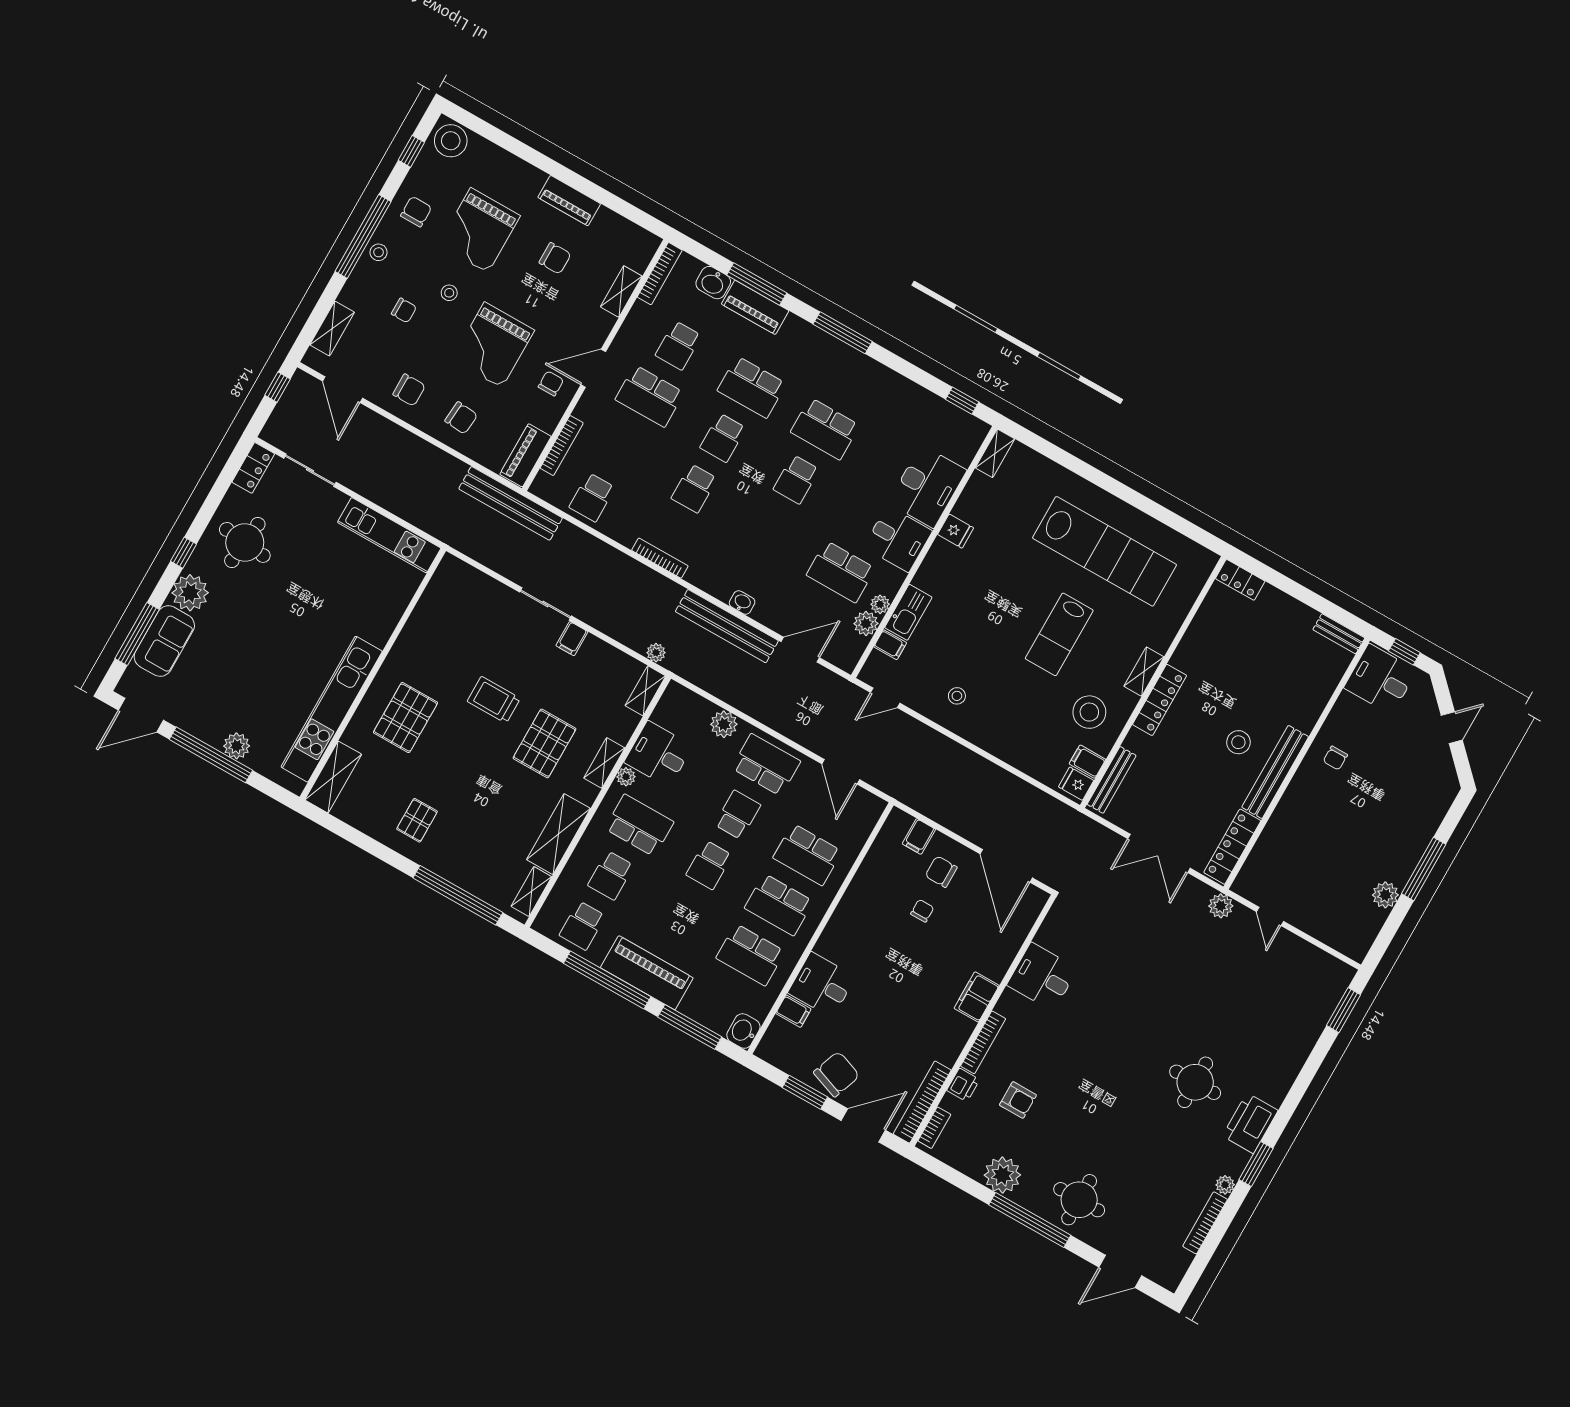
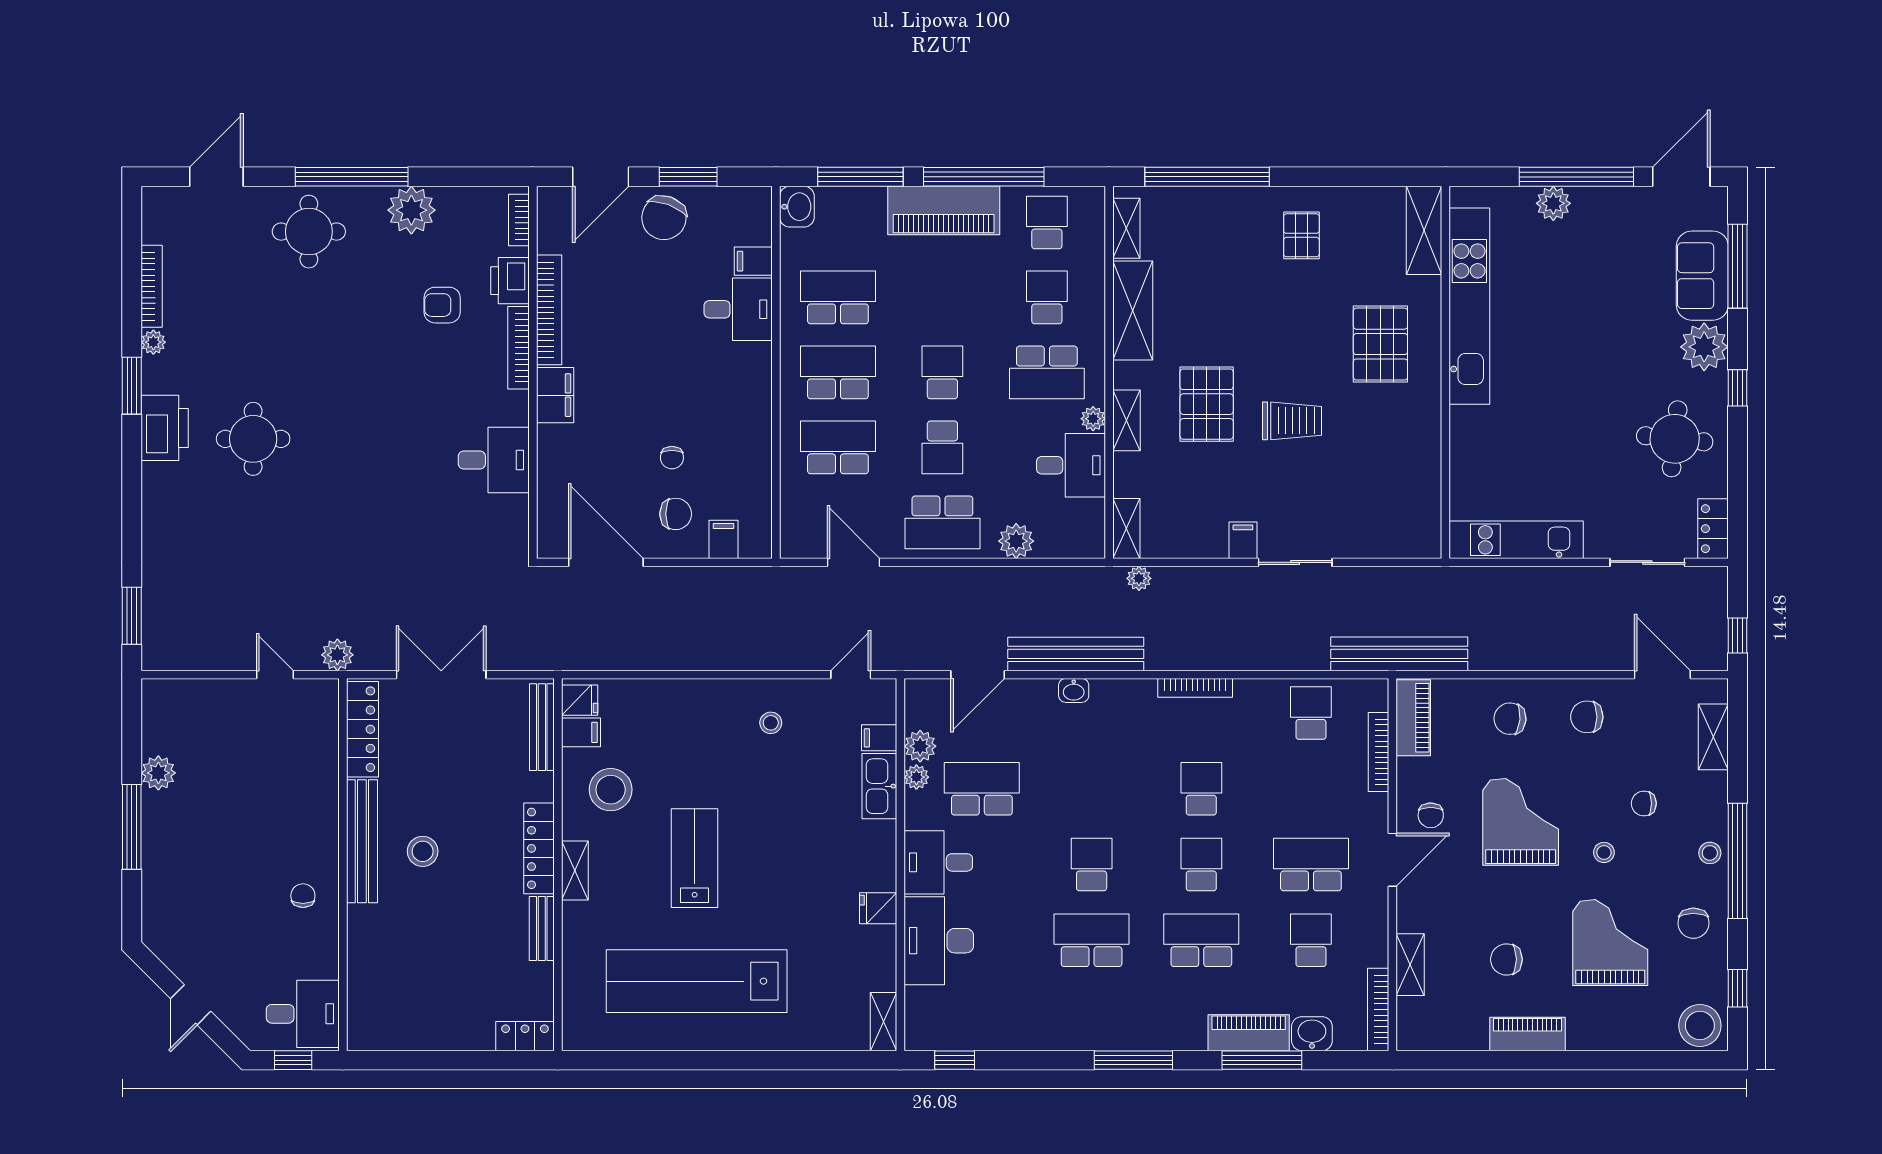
bench: (1339, 634) -> (542, 928), moved, turned 90
printer: (963, 1085) -> (510, 281), width x1.36, depth x1.24
bookcase: (922, 1102) -> (549, 310), moved

